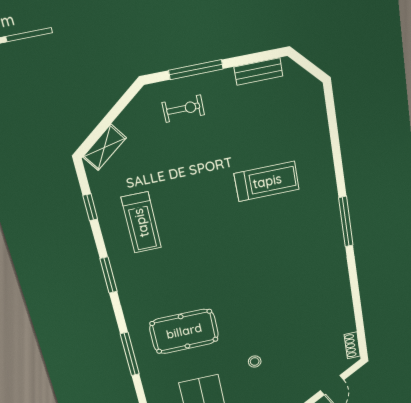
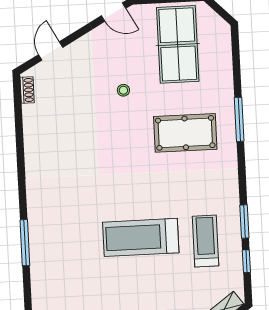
treadmill: (267, 181) -> (141, 237), moved, width x1.37, depth x1.38
window: (346, 222) -> (25, 243), moved
window: (108, 275) -> (244, 221), moved

